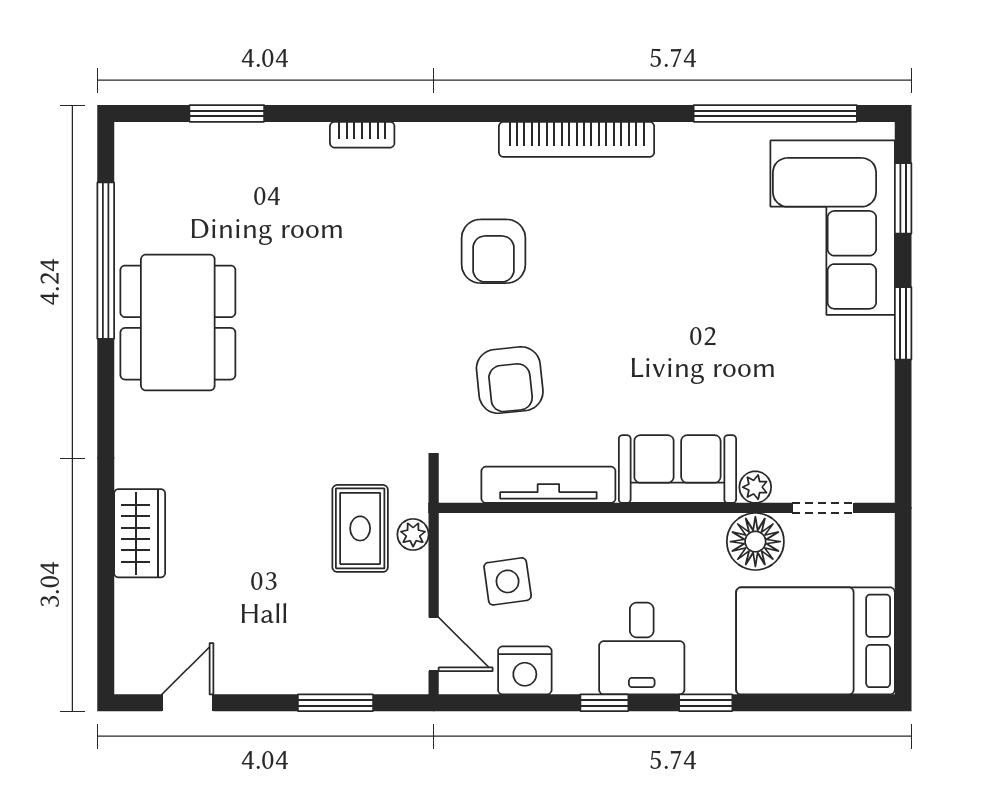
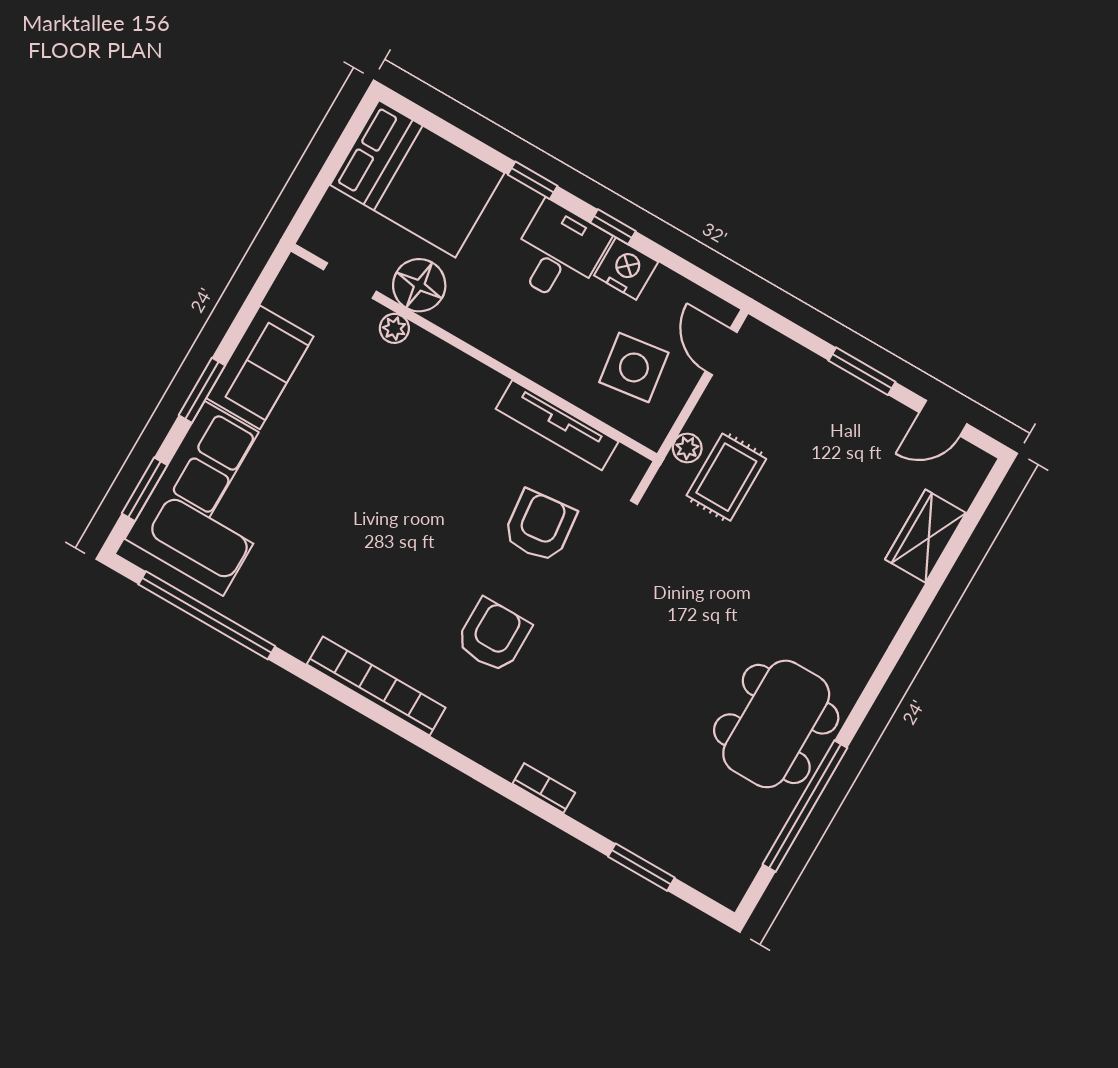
sofa: (677, 469) -> (260, 367), moved, turned -90
wardrobe: (140, 533) -> (925, 536), moved
side table: (508, 581) -> (634, 367), width x1.37, depth x1.37
nightstand: (525, 670) -> (626, 269), moved
window: (335, 703) -> (862, 371), moved

